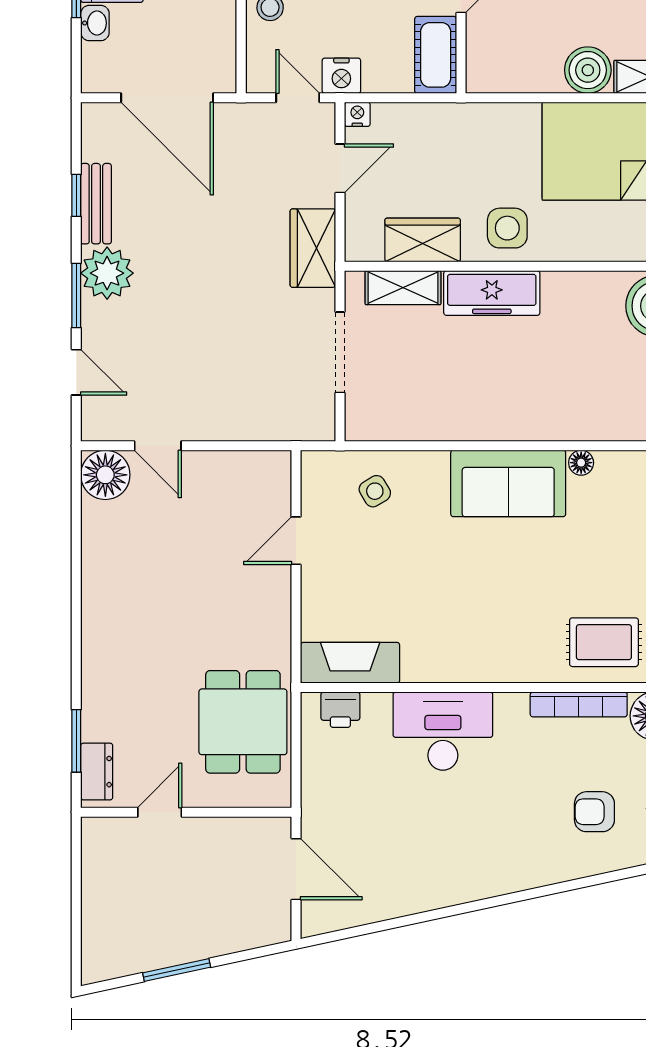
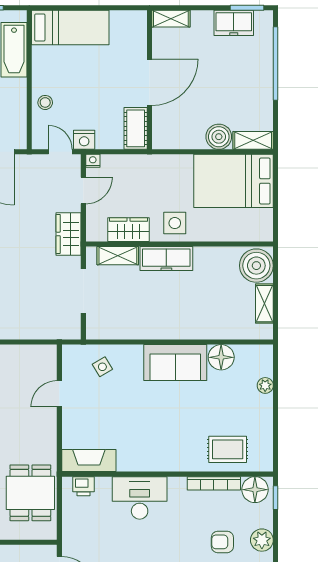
floor lamp: (581, 463) -> (221, 357), width x1.89, depth x1.89

